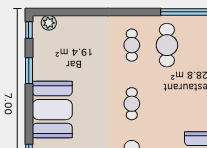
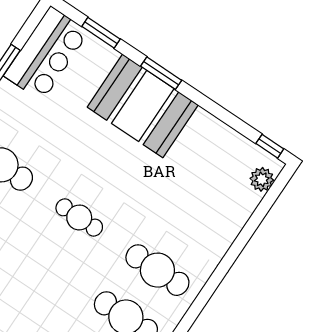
cafe table: (132, 45) -> (157, 270), width x1.37, depth x1.35
window: (29, 71) -> (161, 73), moved

